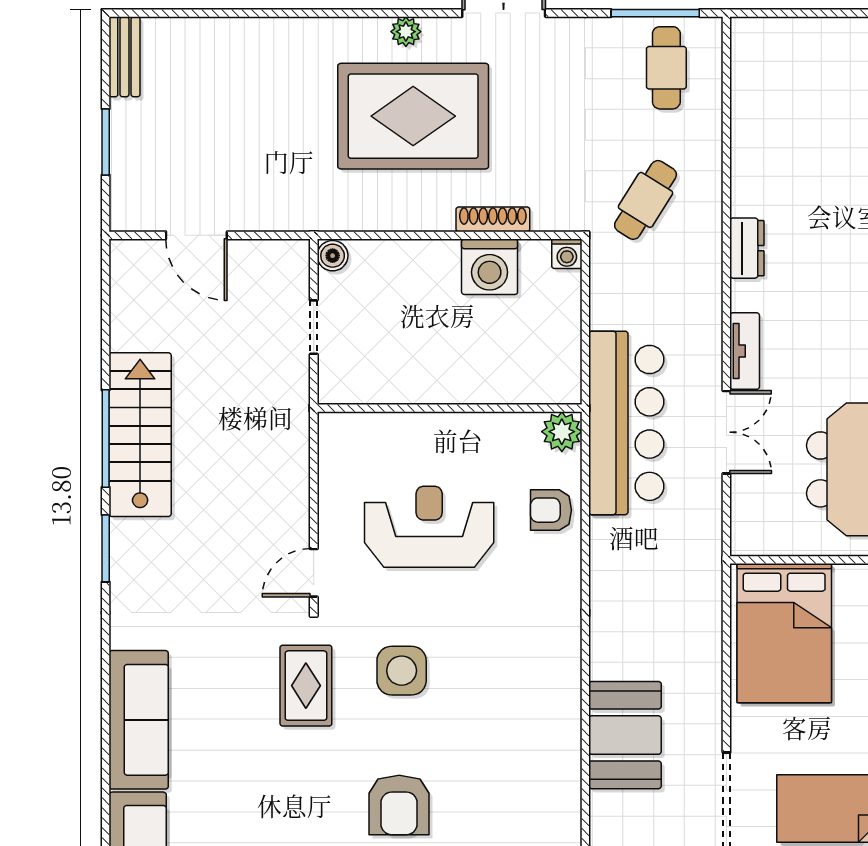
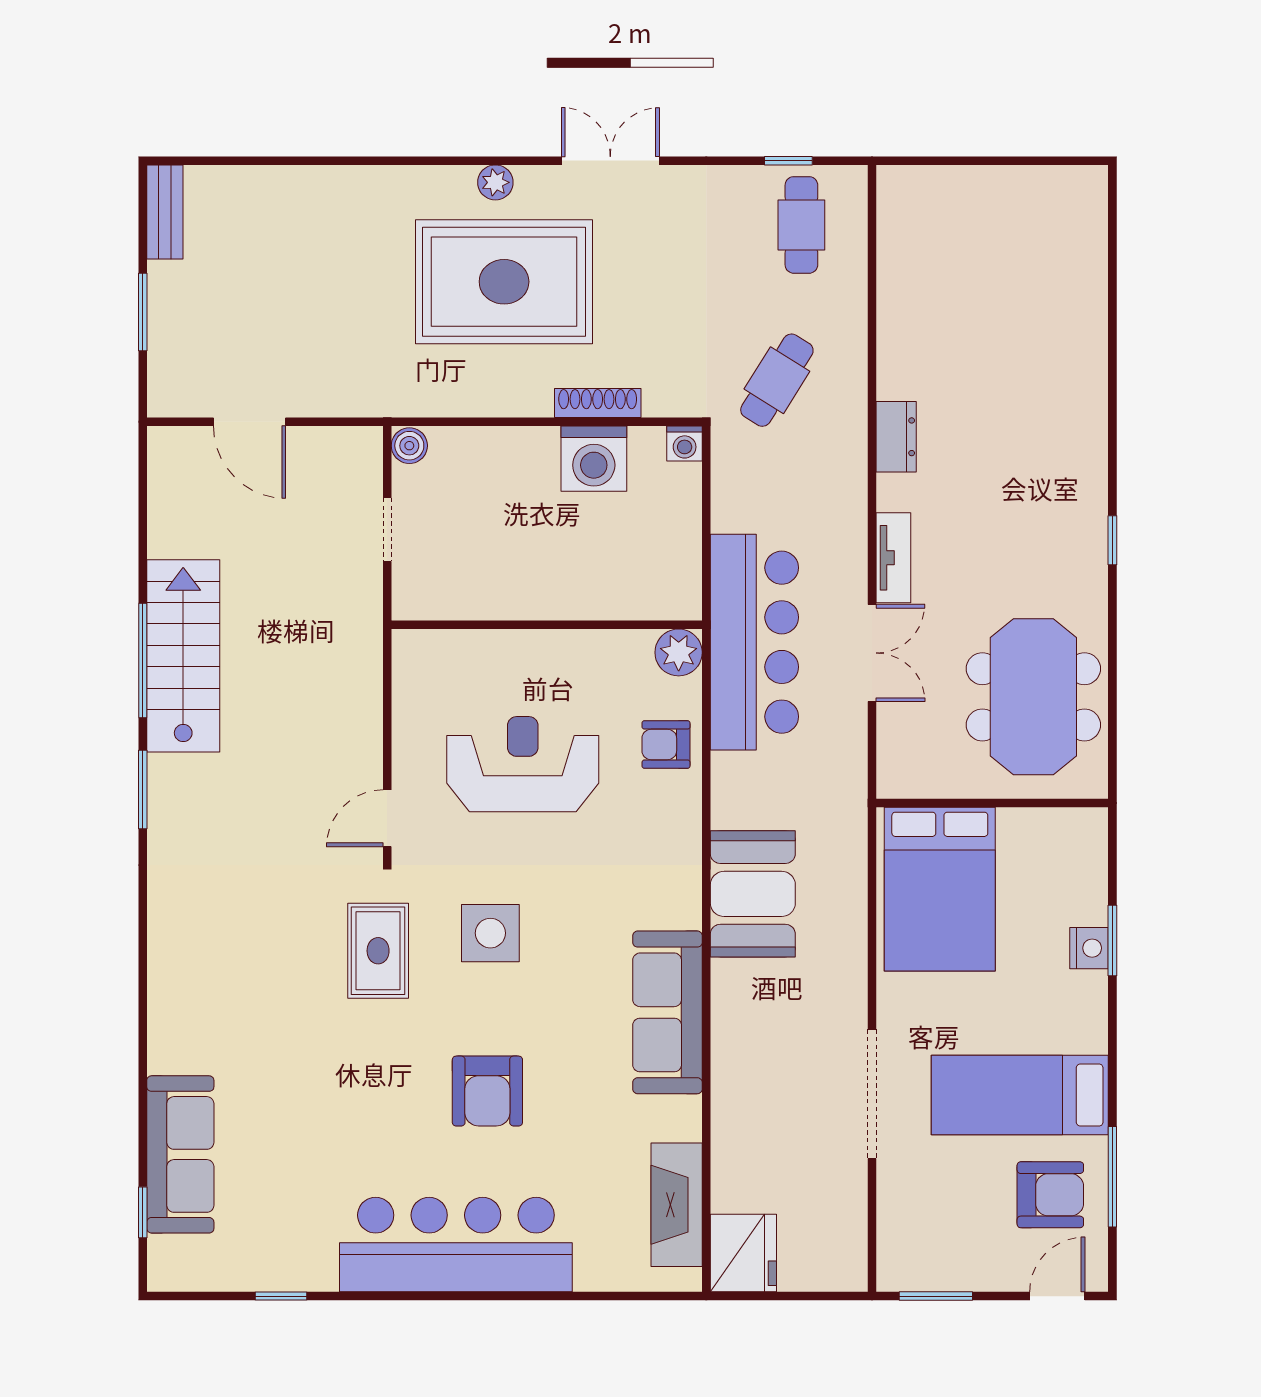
window: (655, 13) -> (788, 161), width x0.46
sofa: (139, 720) -> (667, 1012), moved, turned 180
booth: (625, 735) -> (753, 894), moved

